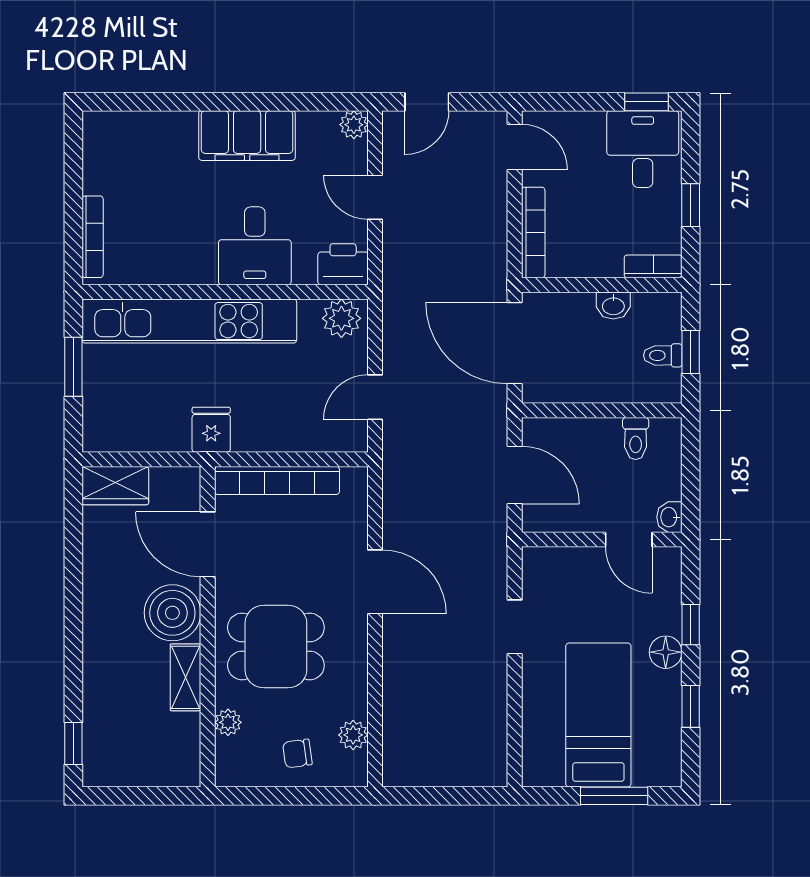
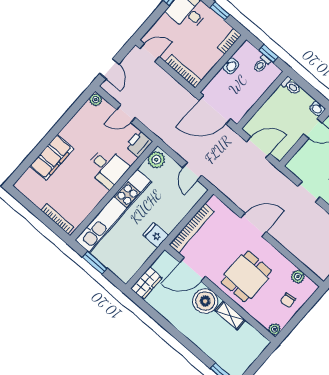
filing cabinet: (247, 136) -> (52, 157), moved
toilet: (636, 439) -> (291, 86), moved
plant: (228, 722) -> (275, 329), moved

